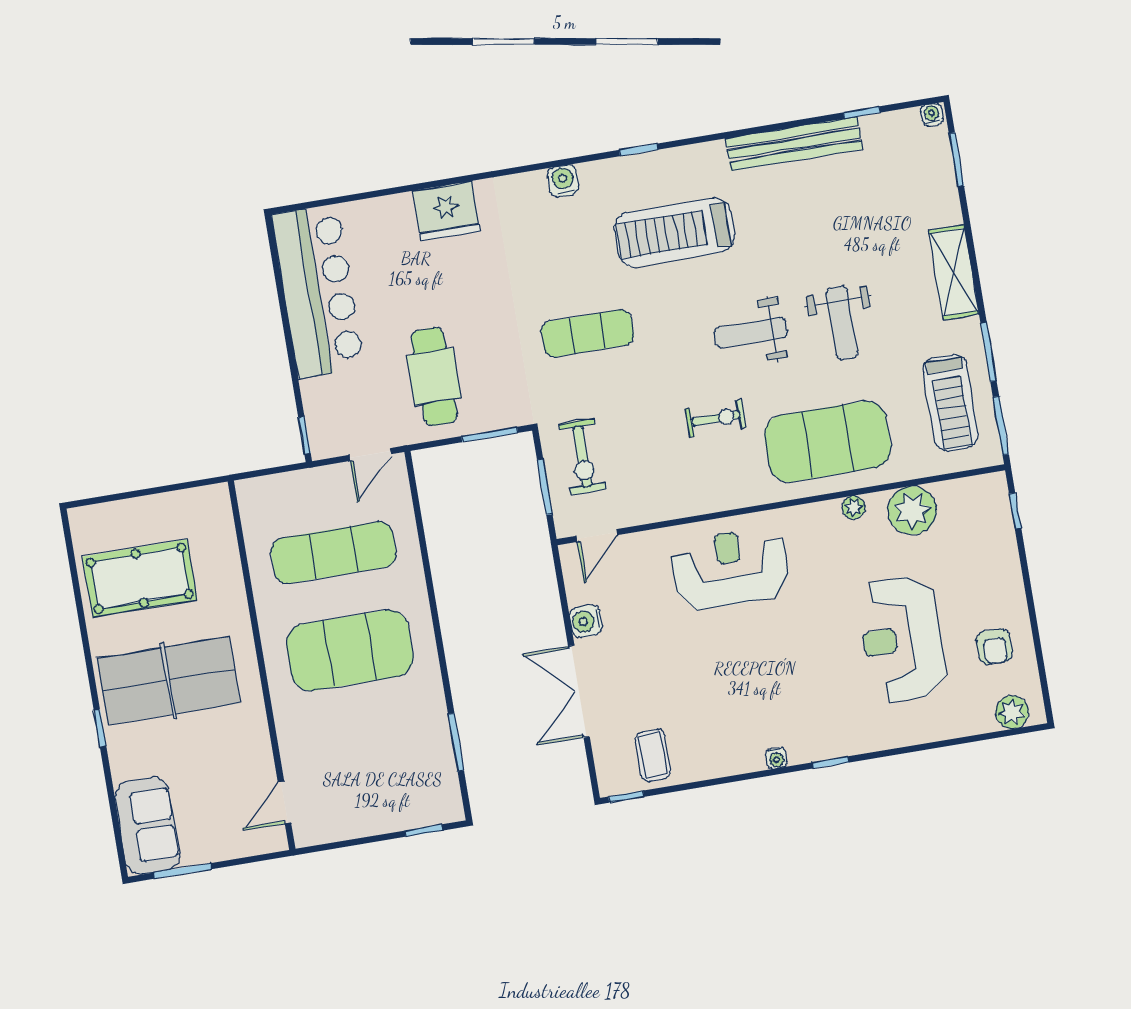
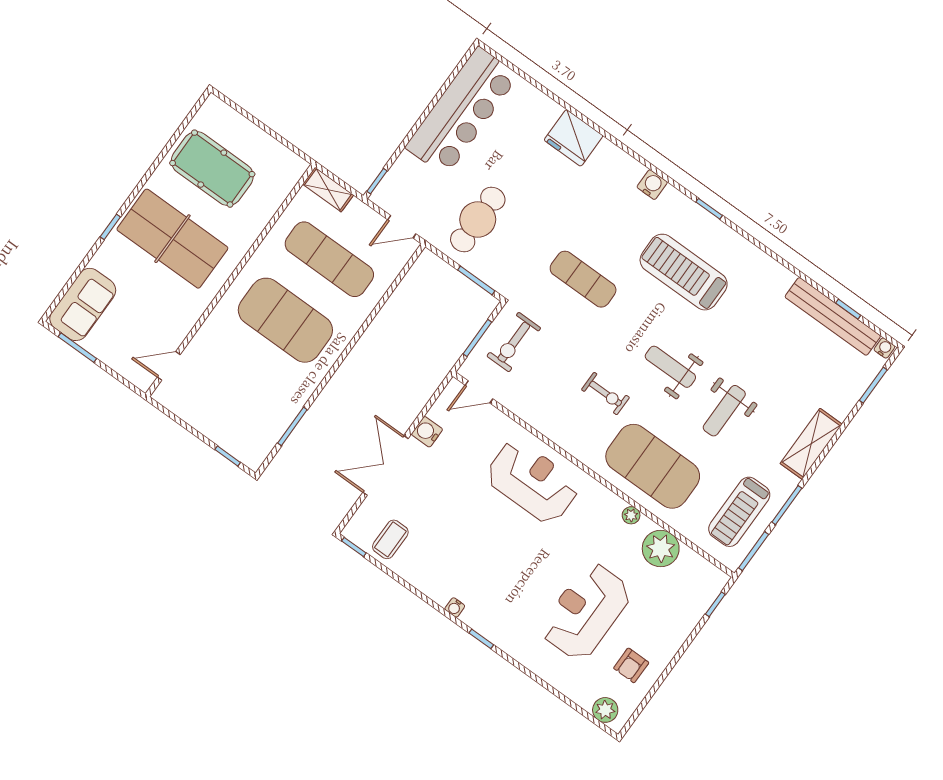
bench: (794, 144) -> (833, 316), moved
shelving: (267, 489) -> (328, 190), added

